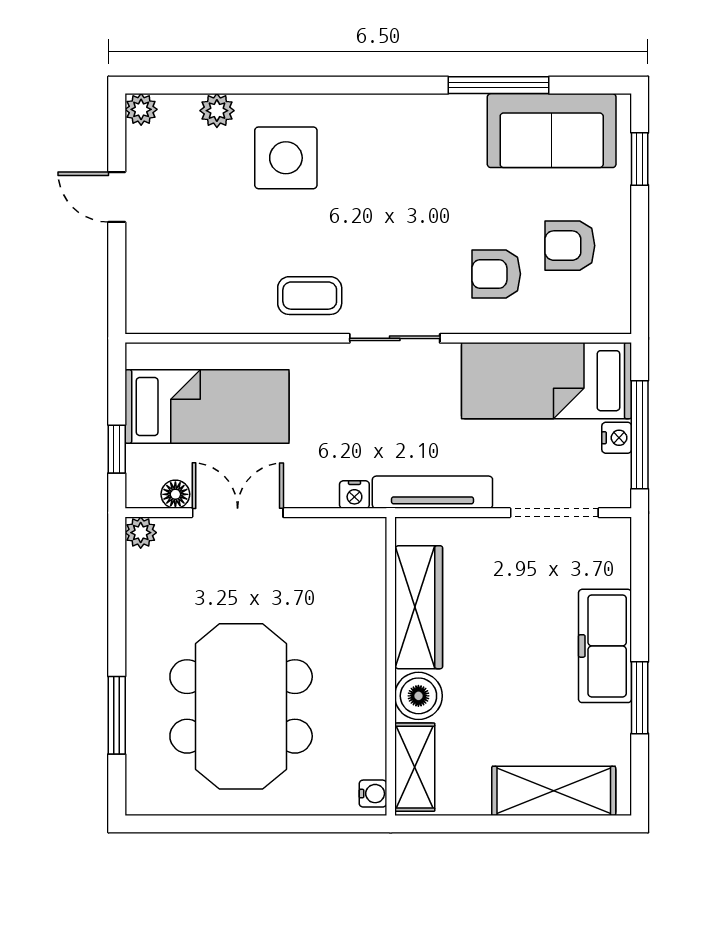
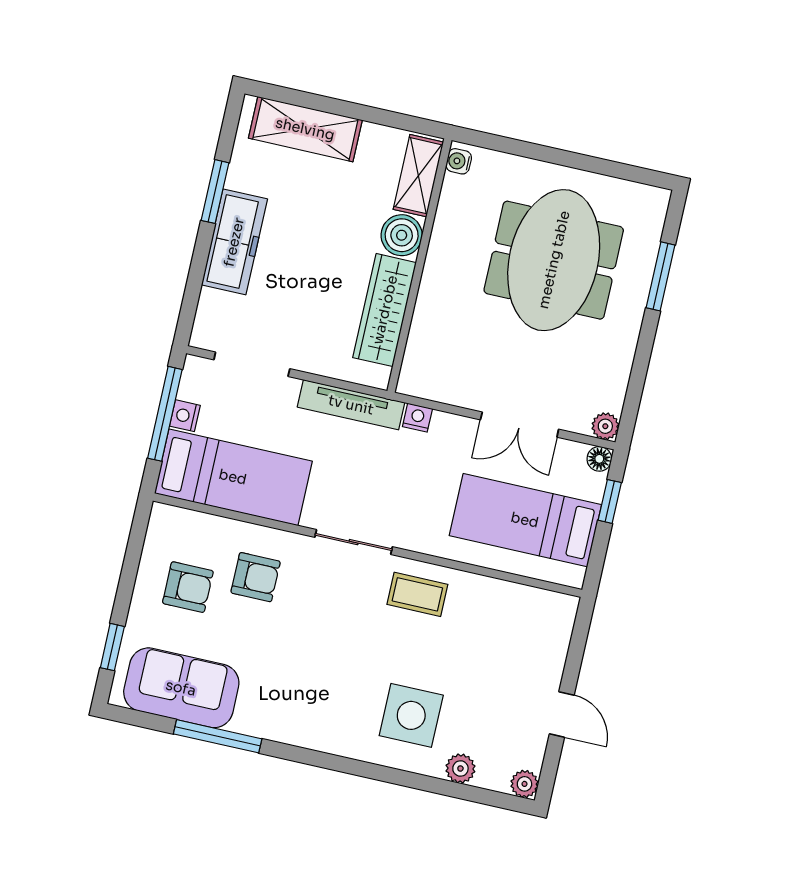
floor lamp: (175, 494) -> (599, 459), moved

